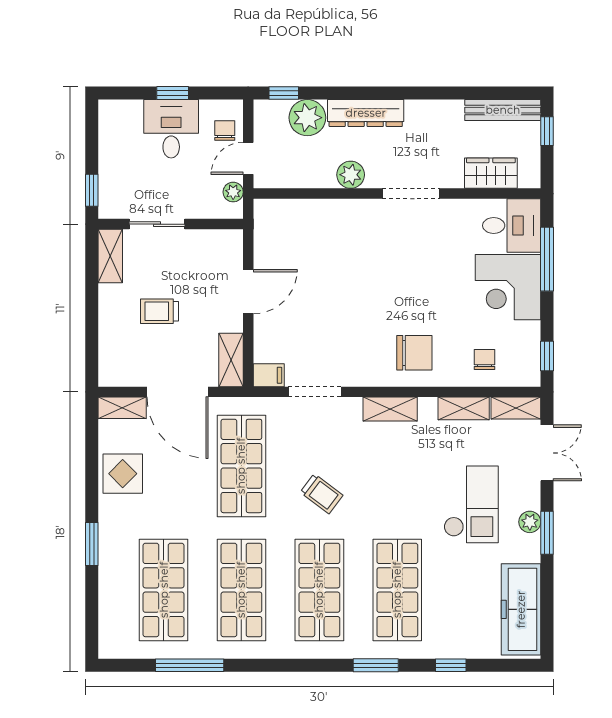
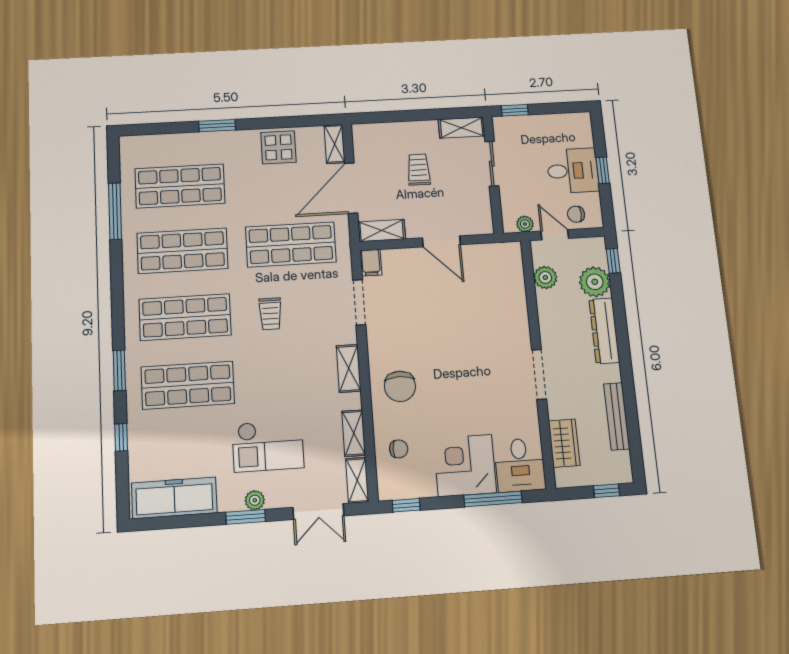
bench: (503, 110) -> (617, 416), moved
chair: (225, 131) -> (576, 214), turned 180
plant: (351, 175) -> (545, 277), moved
trolley: (322, 494) -> (270, 314), turned -37

